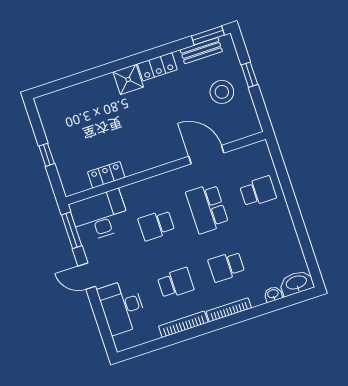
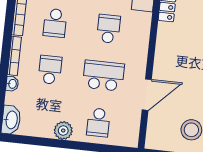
plant: (283, 224) -> (63, 131), added
washbasin: (273, 294) -> (12, 84), moved

